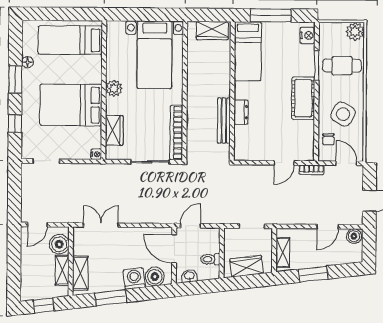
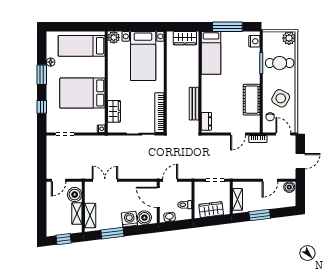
plant: (114, 88) -> (114, 37), moved
cot: (303, 98) -> (252, 100), moved
dresser: (241, 112) -> (206, 121), moved

